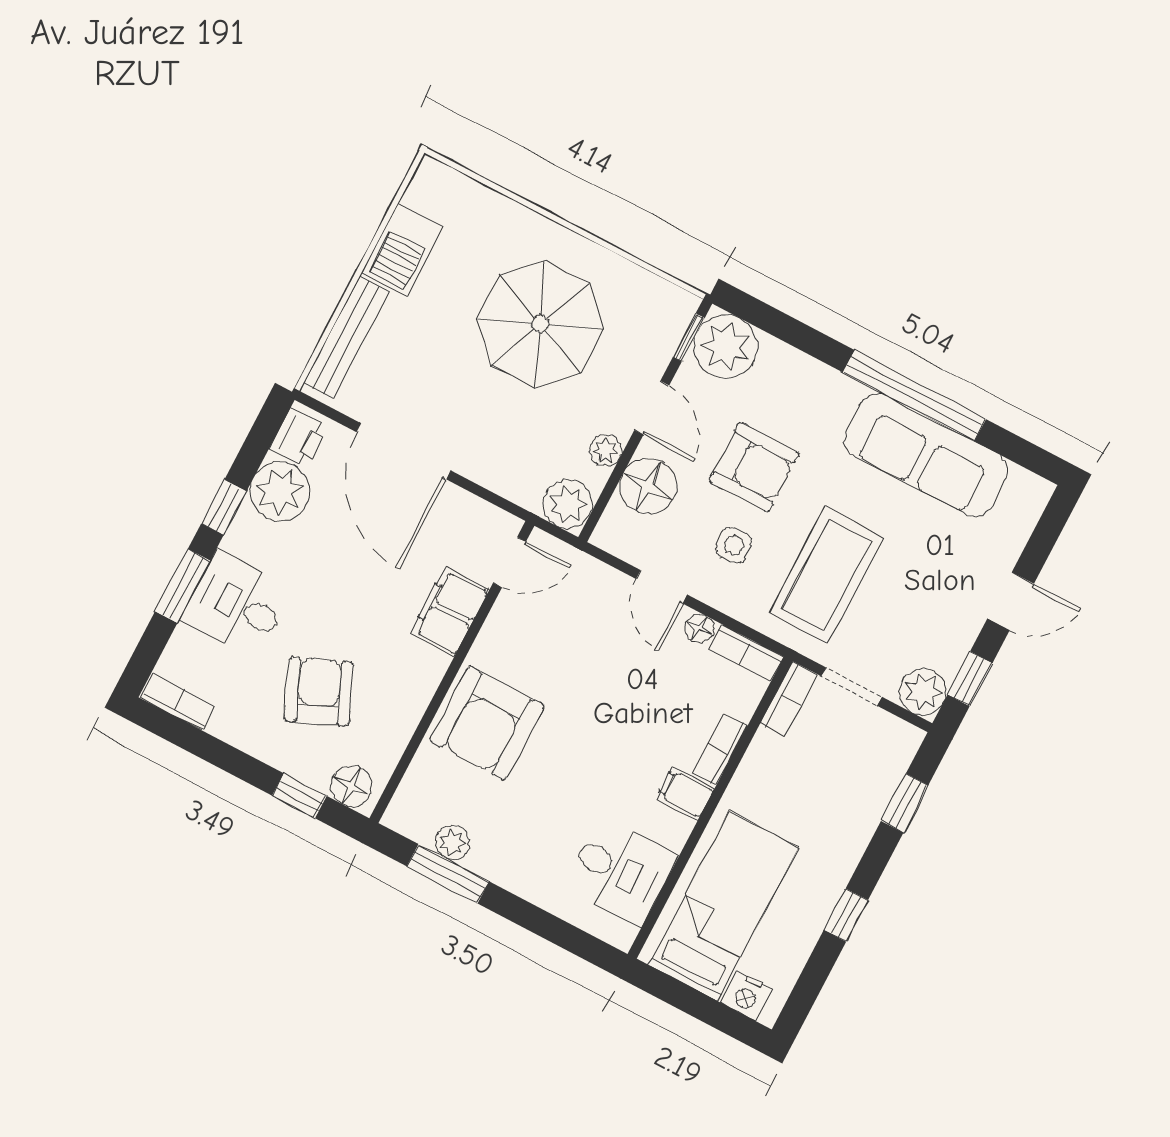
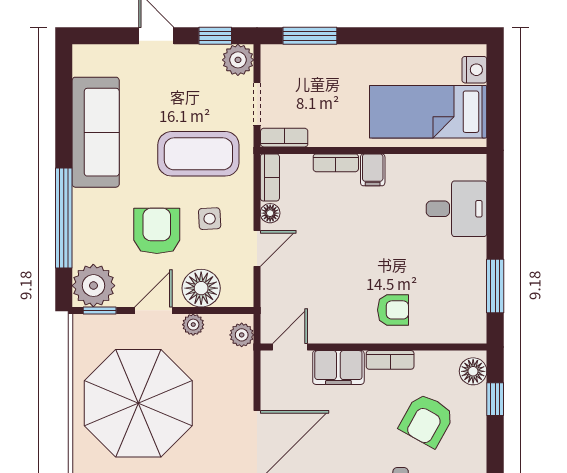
parasol: (540, 324) -> (138, 403), width x1.36, depth x1.36
window: (914, 396) -> (64, 218), moved
plant: (568, 504) -> (242, 335), width x0.73, depth x0.73
door: (510, 562) -> (290, 347), hinge flipped
bookcase: (424, 685) -> (390, 360), added
armchair: (319, 691) -> (427, 420), turned -38
armchair: (487, 723) -> (393, 310), width x0.53, depth x0.53
window: (905, 803) -> (310, 36), width x1.50
plant: (453, 843) -> (475, 293), removed
desk: (620, 872) -> (457, 209), moved, turned 90
window: (846, 915) -> (395, 36), removed

